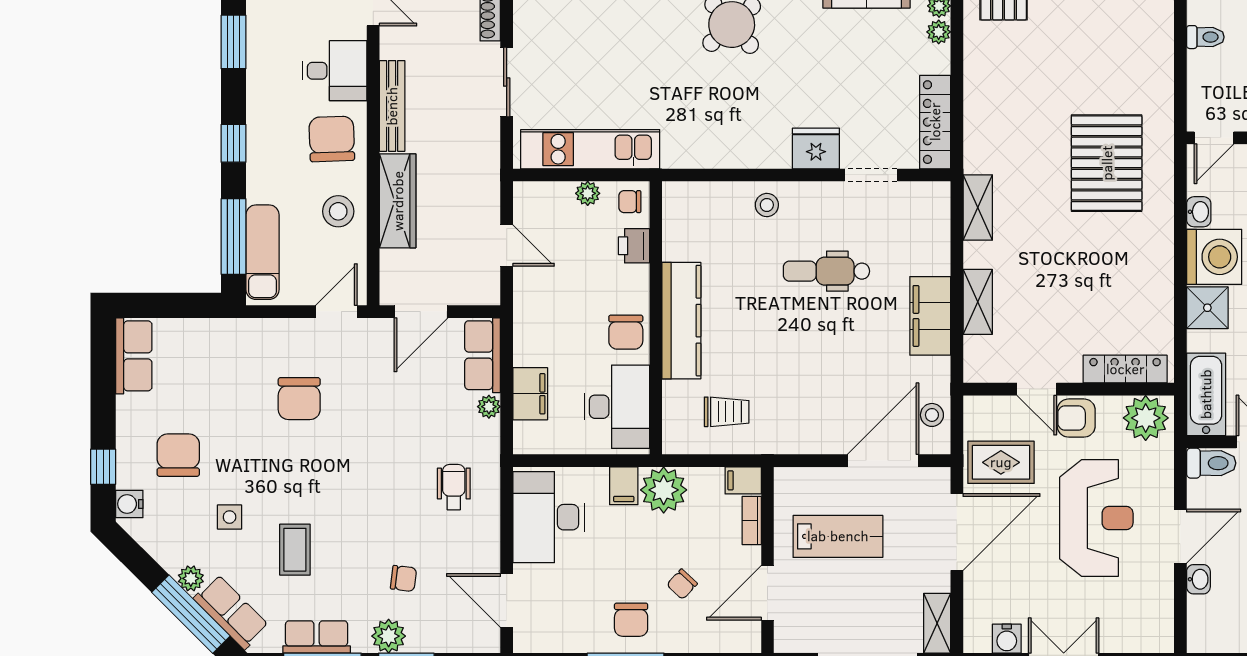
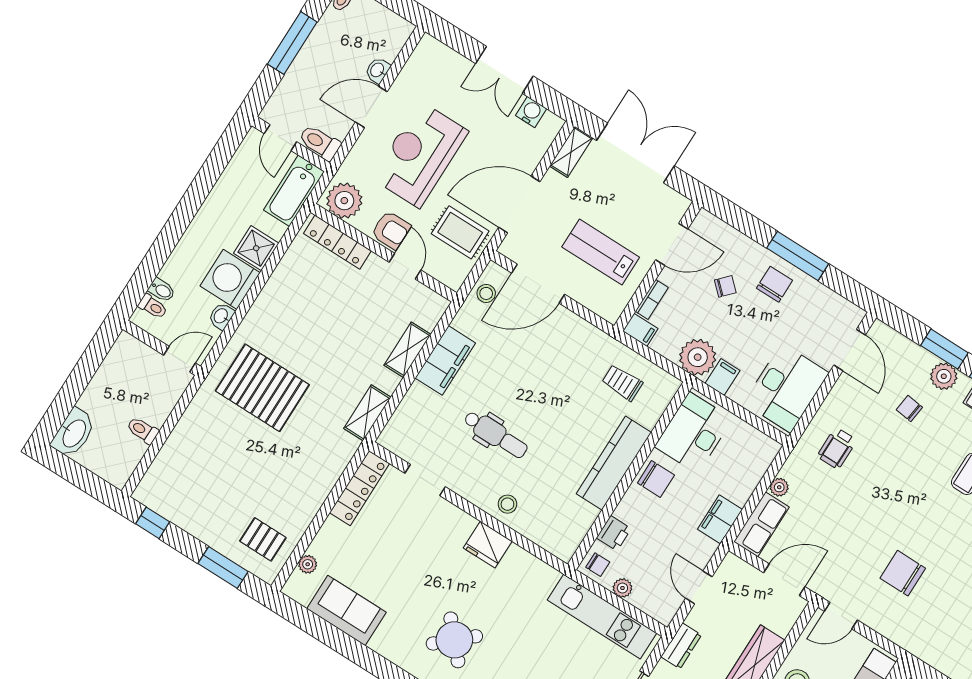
plant: (939, 32) -> (319, 547), removed
fridge: (816, 148) -> (488, 545), moved
pallet: (1107, 163) -> (262, 388), turned 90
dresser: (486, 171) -> (681, 646), added
chair: (626, 332) -> (656, 479), turned 90
filing cabinet: (530, 394) -> (720, 519), moved
chair: (299, 399) -> (903, 573), turned -90

